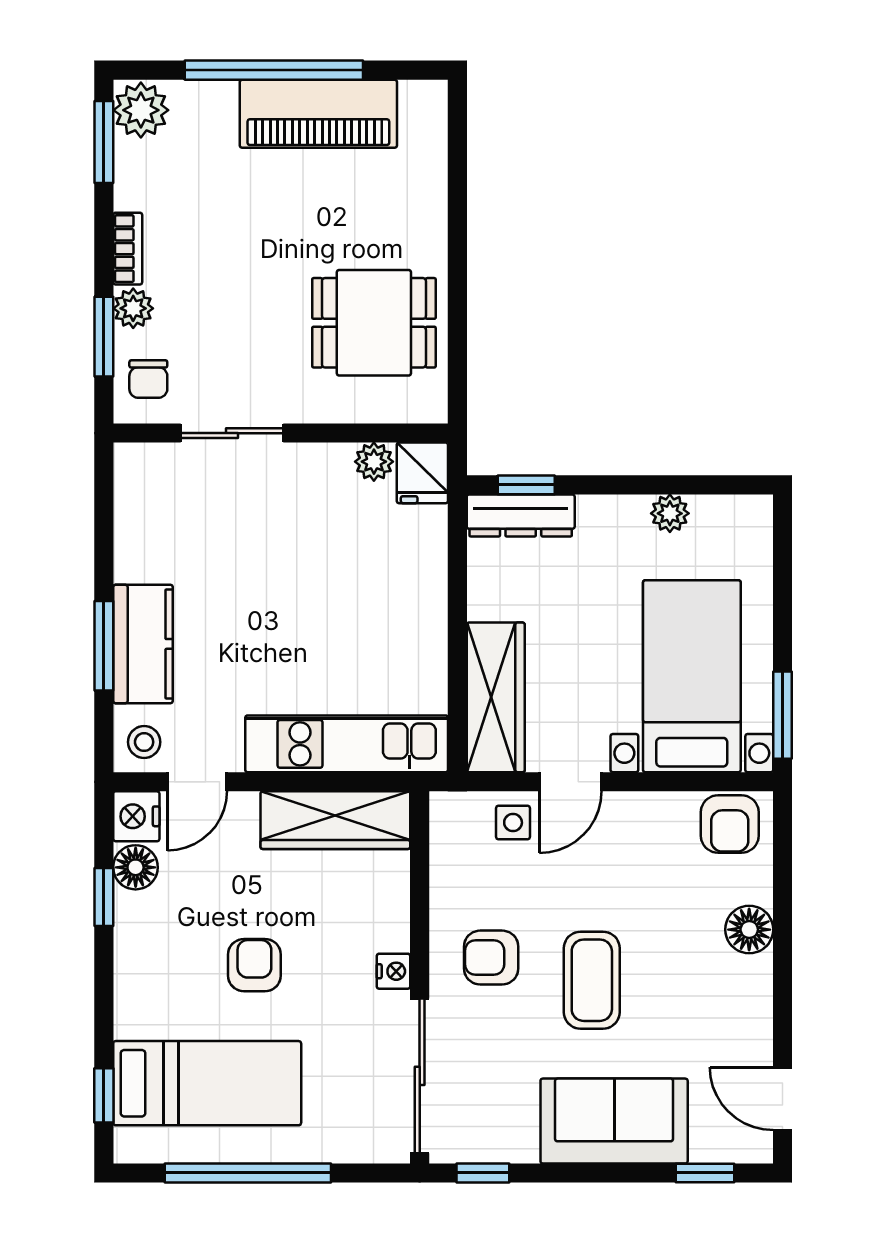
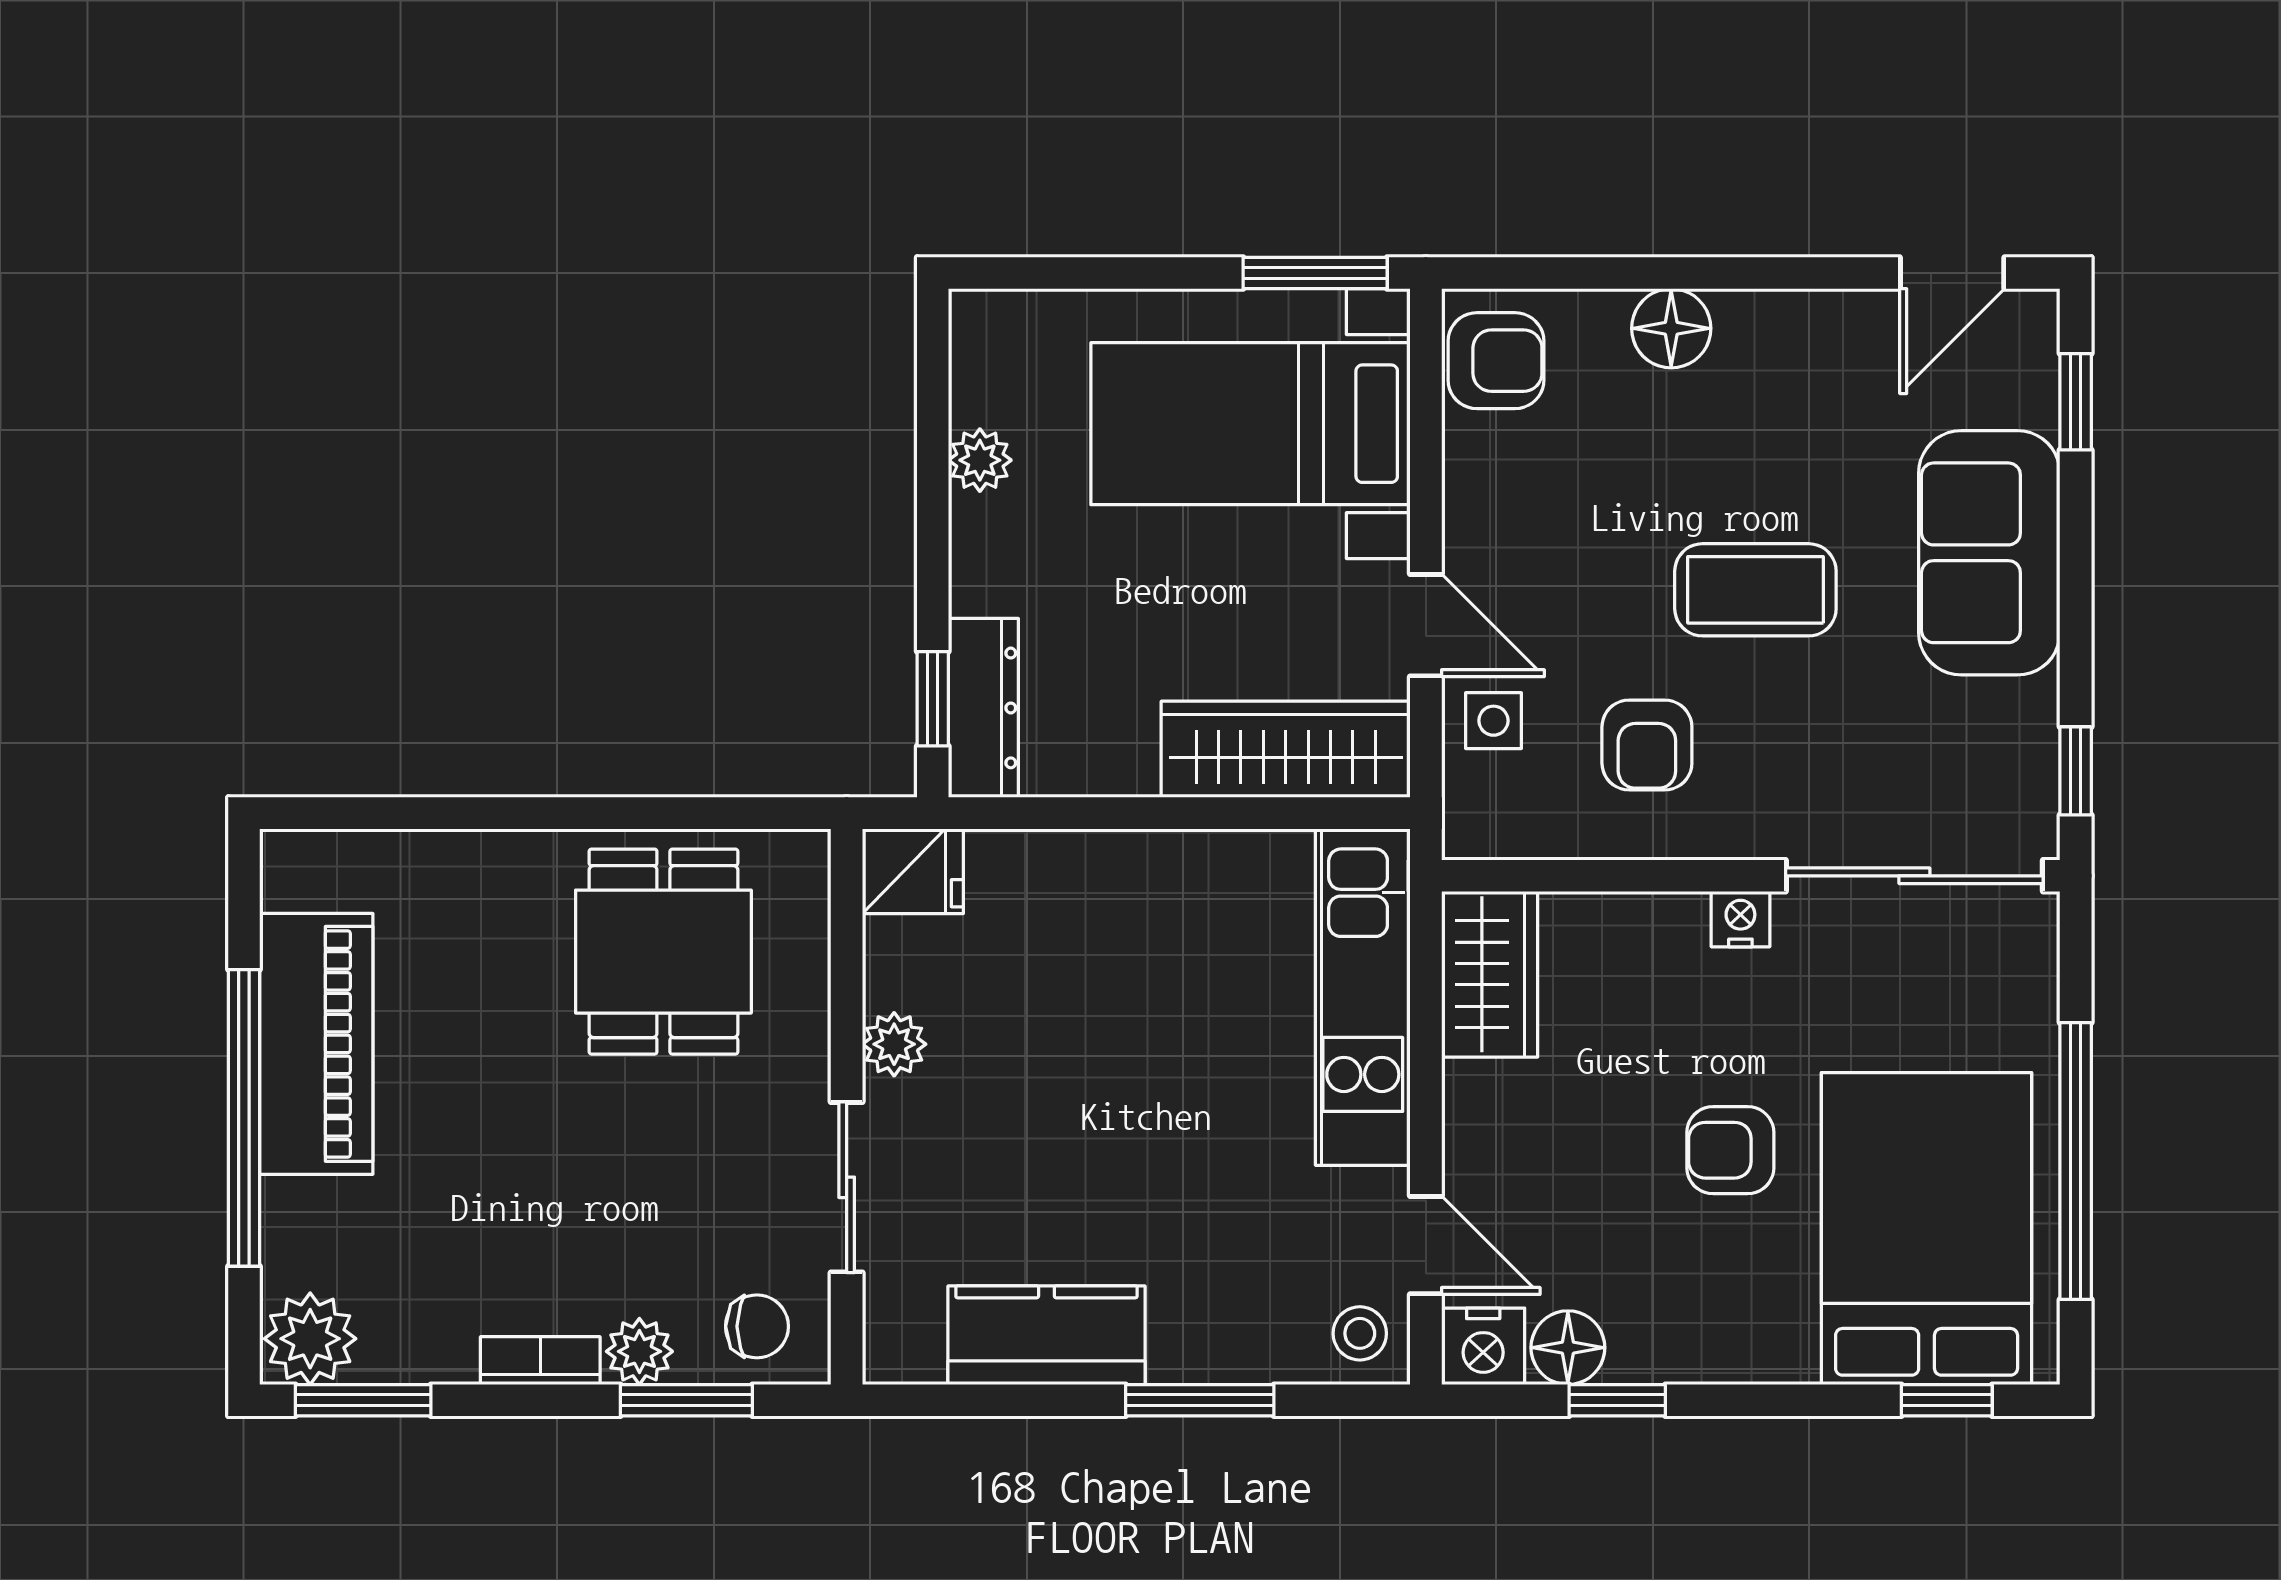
plant: (374, 462) -> (894, 1044), moved
kitchen counter: (143, 644) -> (1046, 1335), moved
wardrobe: (335, 820) -> (1490, 974), width x0.67
armchair: (491, 958) -> (1647, 745), moved
bed: (207, 1083) -> (1927, 1229), width x1.50

